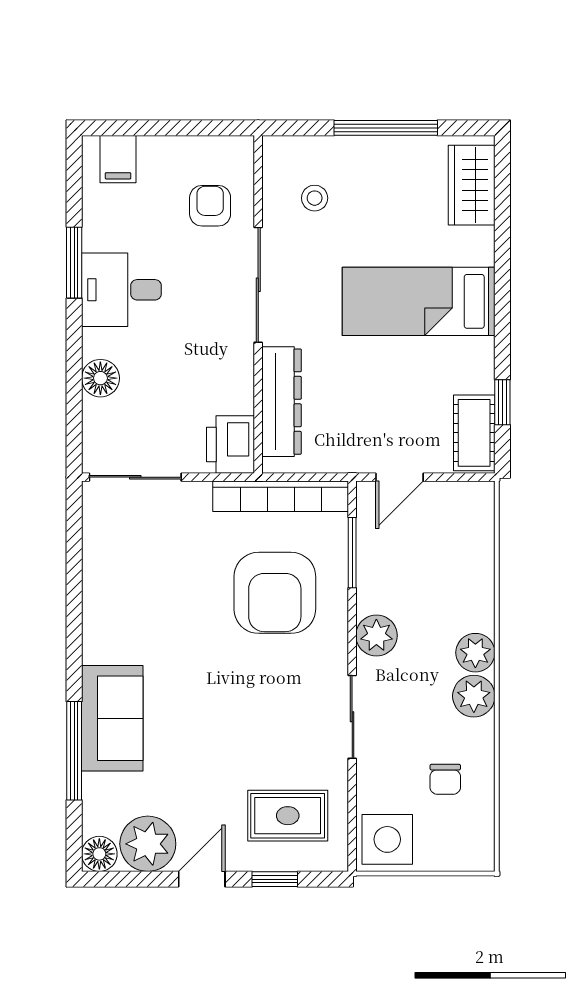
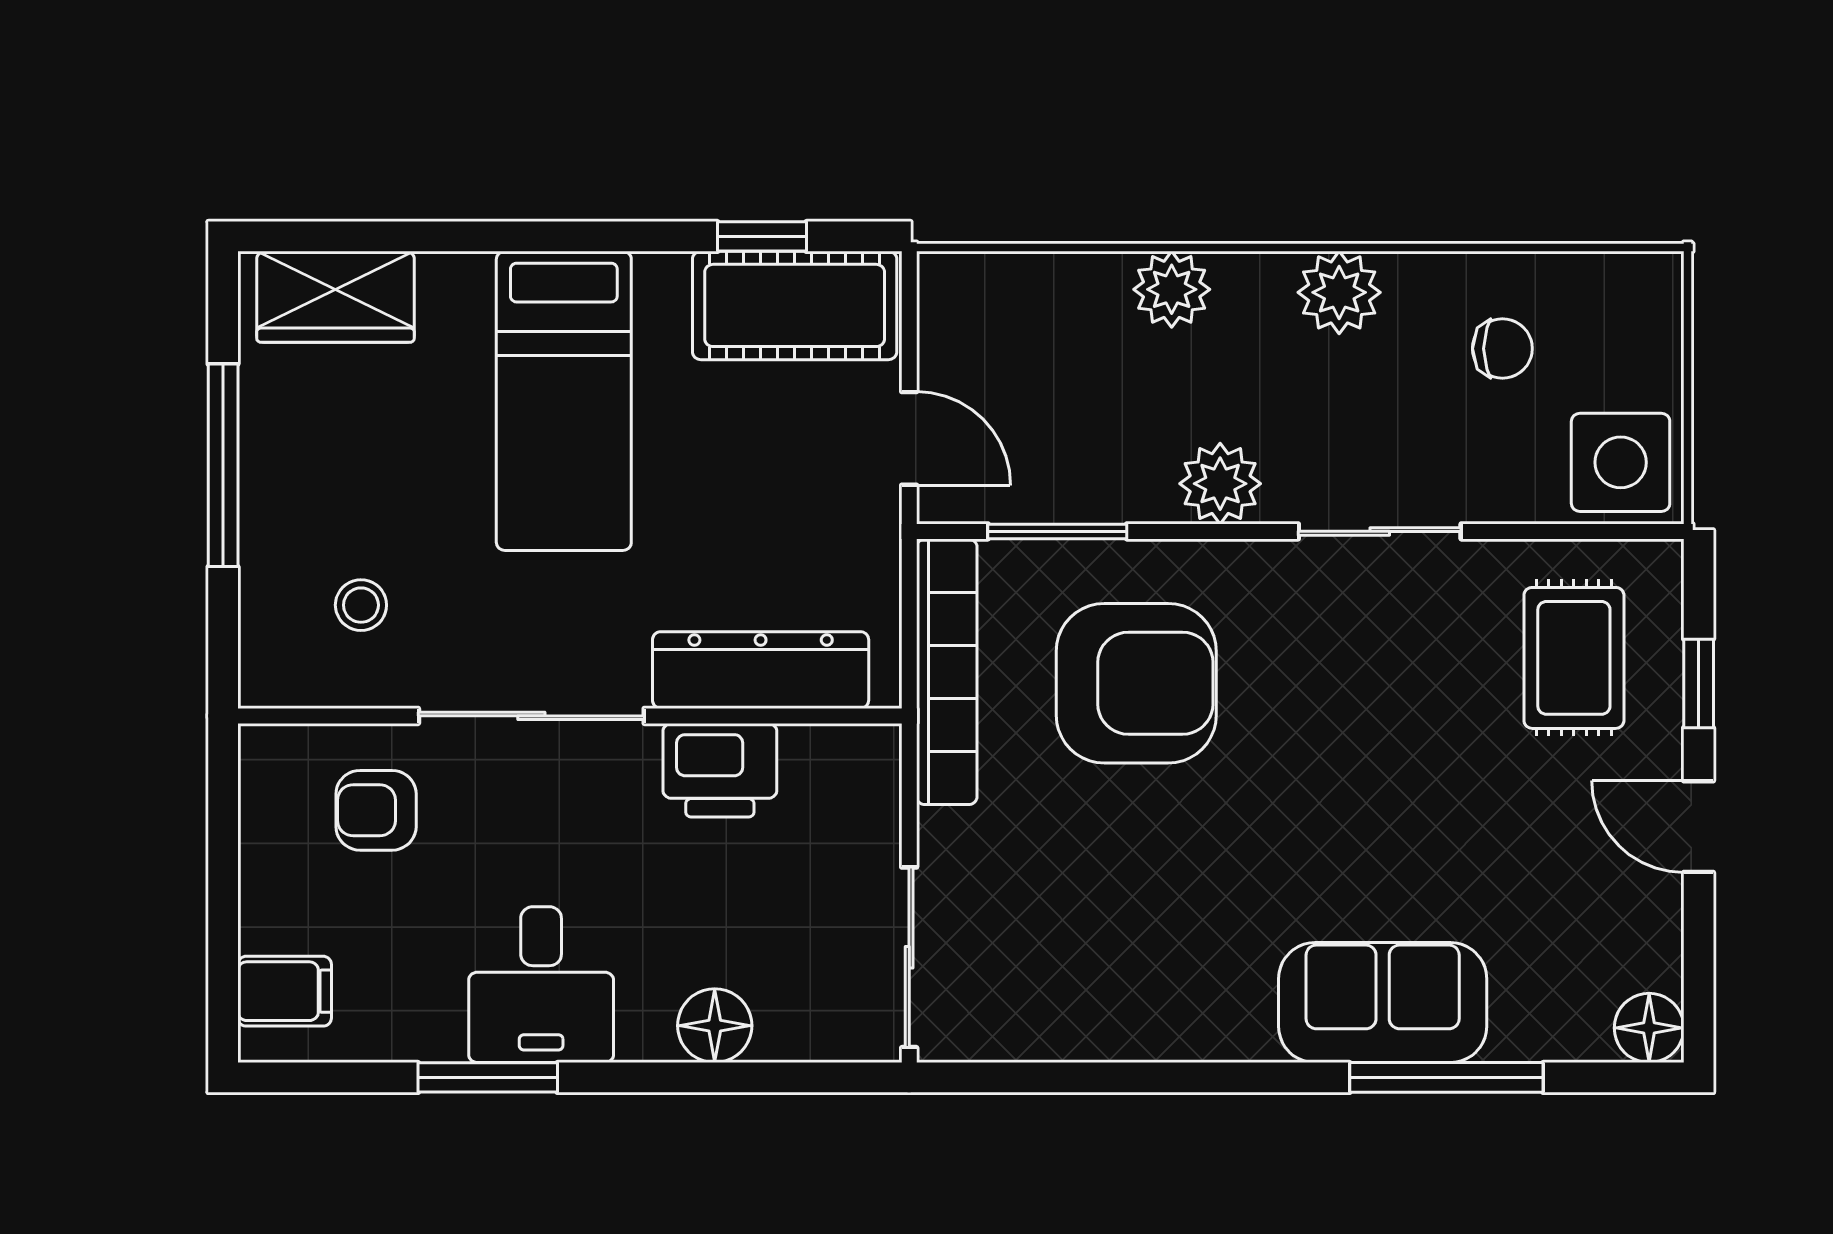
cot: (474, 433) -> (795, 305), width x1.37, depth x1.34
printer: (231, 445) -> (720, 770), moved
plant: (475, 653) -> (1172, 289), moved
plant: (148, 844) -> (1629, 933), removed

